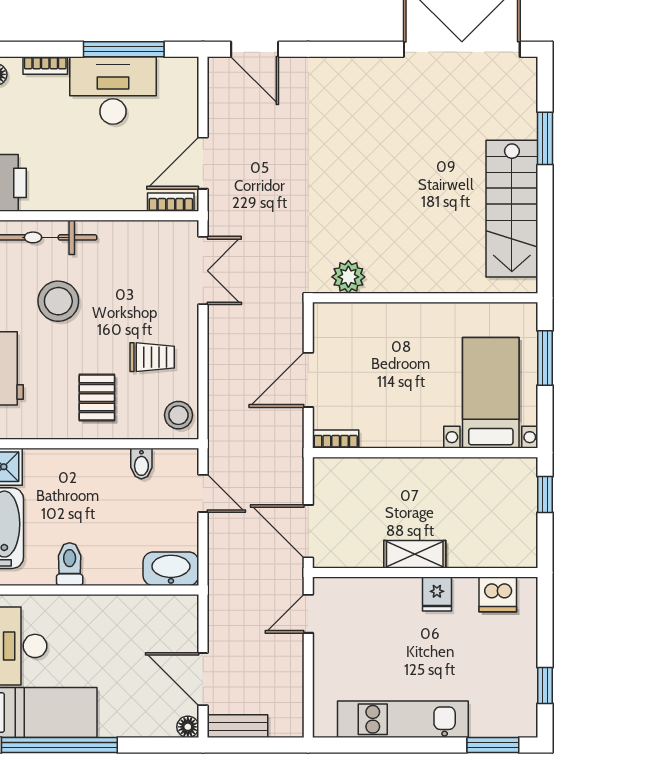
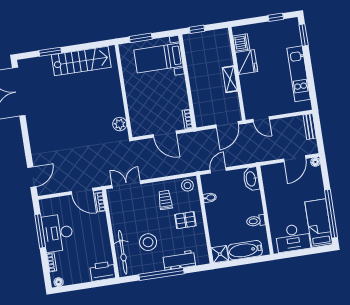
fridge: (437, 594) -> (246, 62), width x1.88, depth x1.34
bench: (238, 726) -> (310, 127), moved

